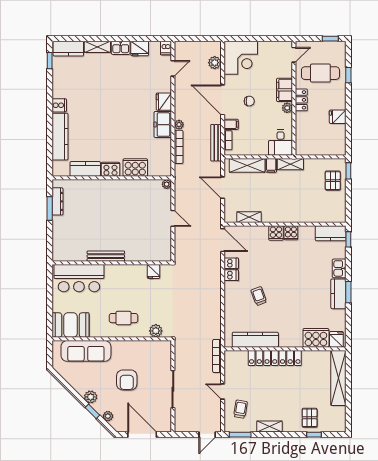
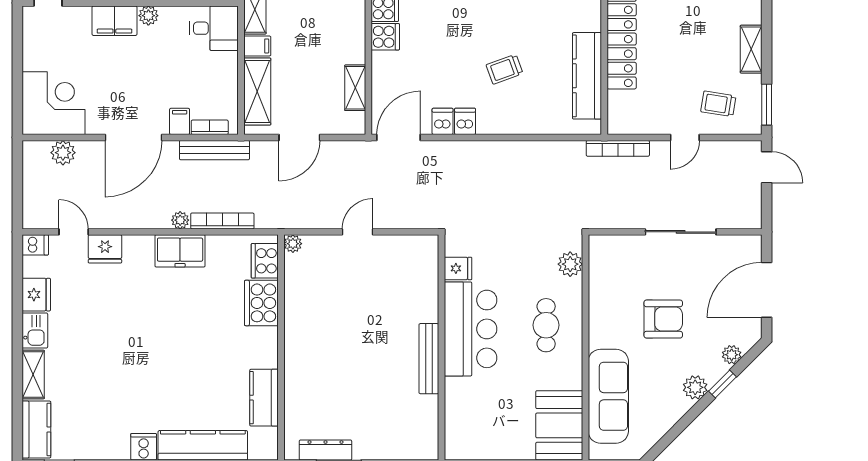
chair: (249, 101) -> (136, 87), removed
fridge: (164, 102) -> (105, 249), moved
cooker: (110, 169) -> (265, 261), moved
bar counter: (79, 278) -> (471, 329), moved

